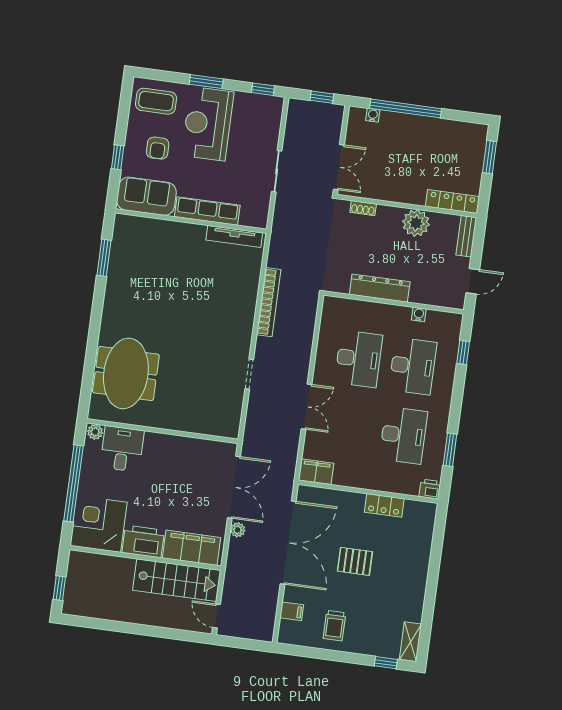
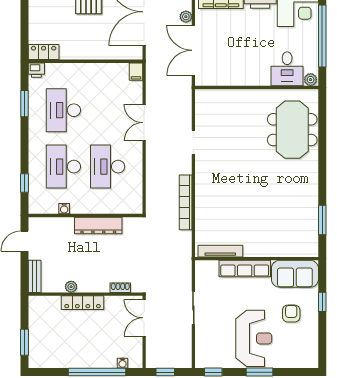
coffee table: (156, 101) -> (298, 351), removed
locker: (452, 201) -> (83, 303), moved
plant: (416, 223) -> (71, 287), width x0.53, depth x0.53
filing cabinet: (316, 472) -> (136, 72), width x0.50
locker: (384, 505) -> (44, 52), moved

